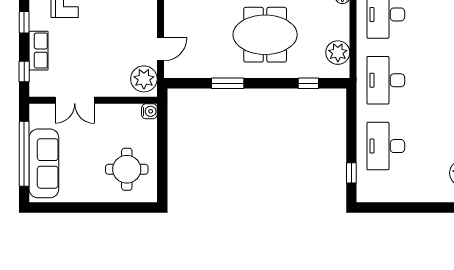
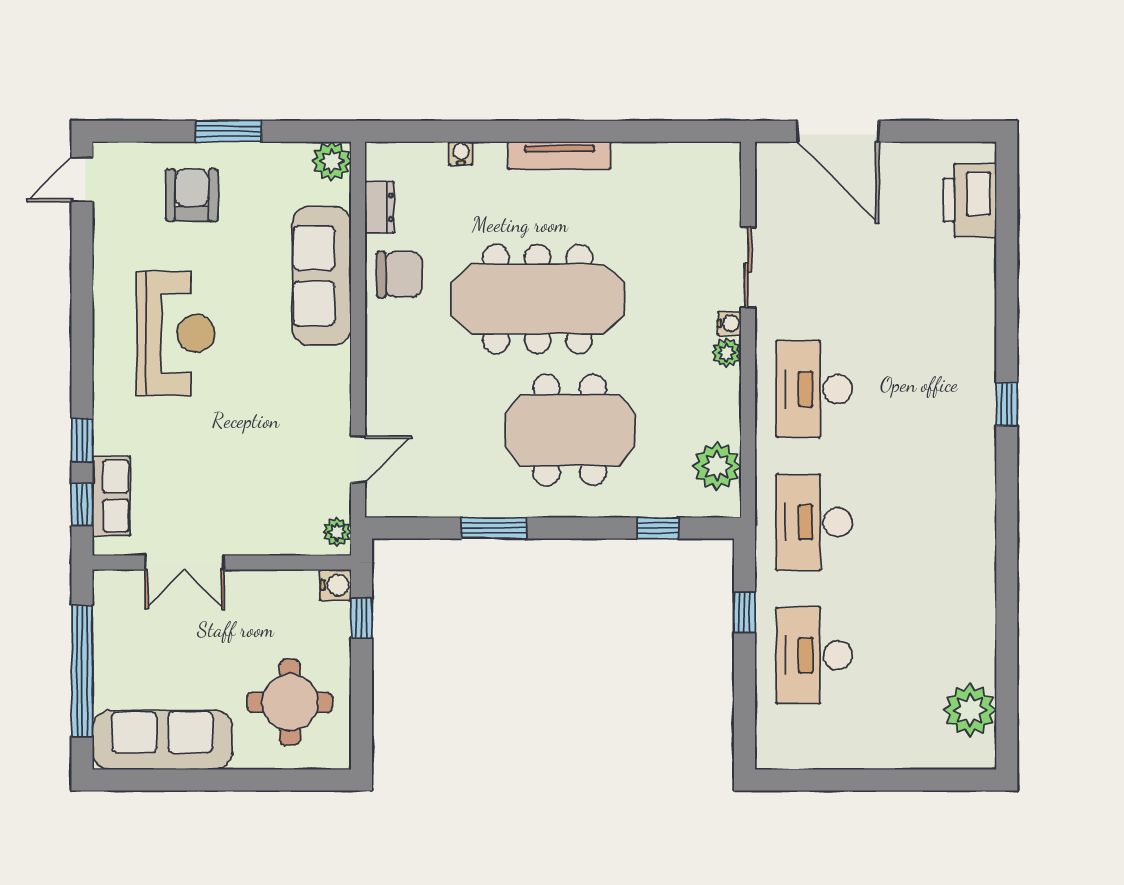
window: (24, 22) -> (82, 440), moved
row of seats: (39, 51) -> (111, 496), moved
plant: (144, 79) -> (337, 532), width x0.53, depth x0.53
window: (162, 128) -> (362, 618), added
sofa: (44, 163) -> (162, 740), moved, turned -90
window: (351, 173) -> (745, 613), moved

